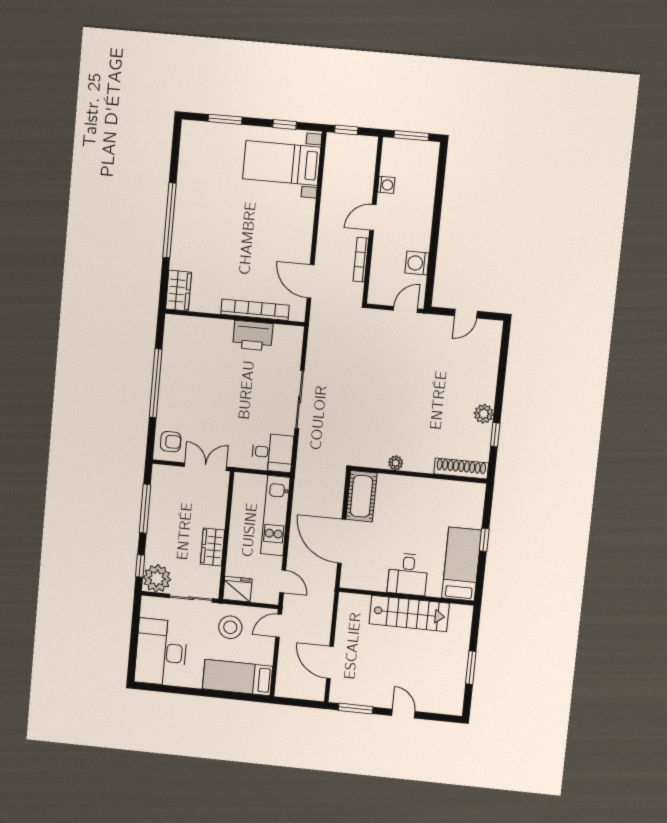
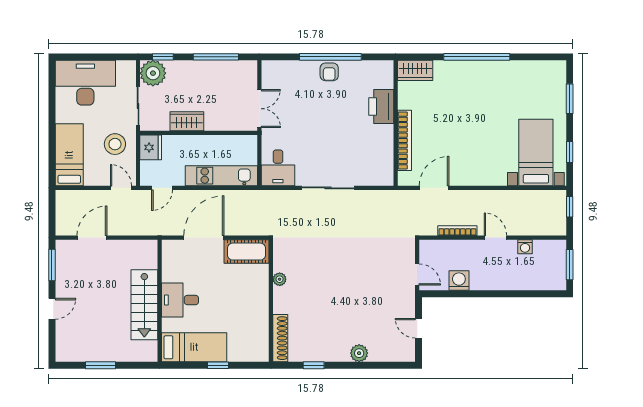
printer: (253, 336) -> (381, 106), moved
plant: (484, 414) -> (359, 353), moved
armchair: (171, 442) -> (329, 72), moved

